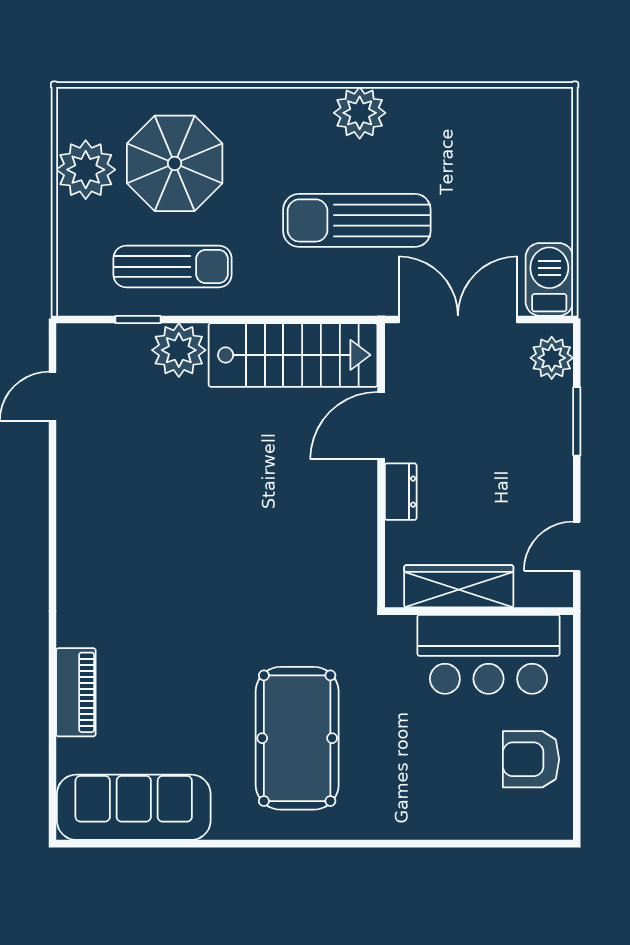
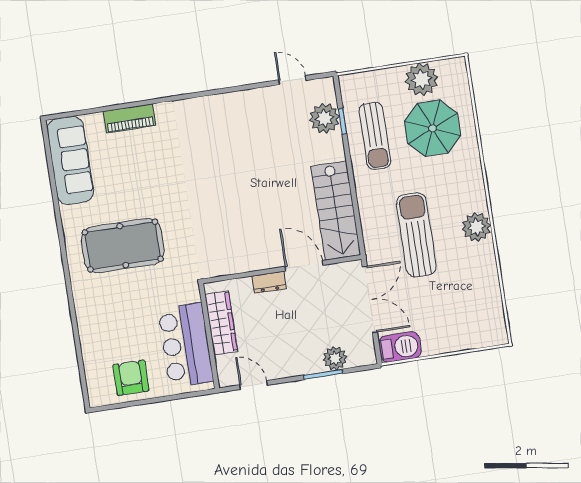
plant: (179, 350) -> (325, 118), moved
plant: (552, 358) -> (335, 358), moved

